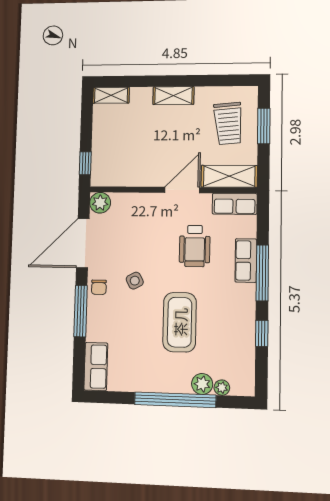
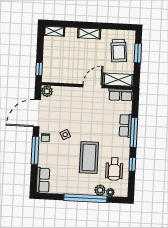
wheelchair: (195, 246) -> (114, 169), moved

